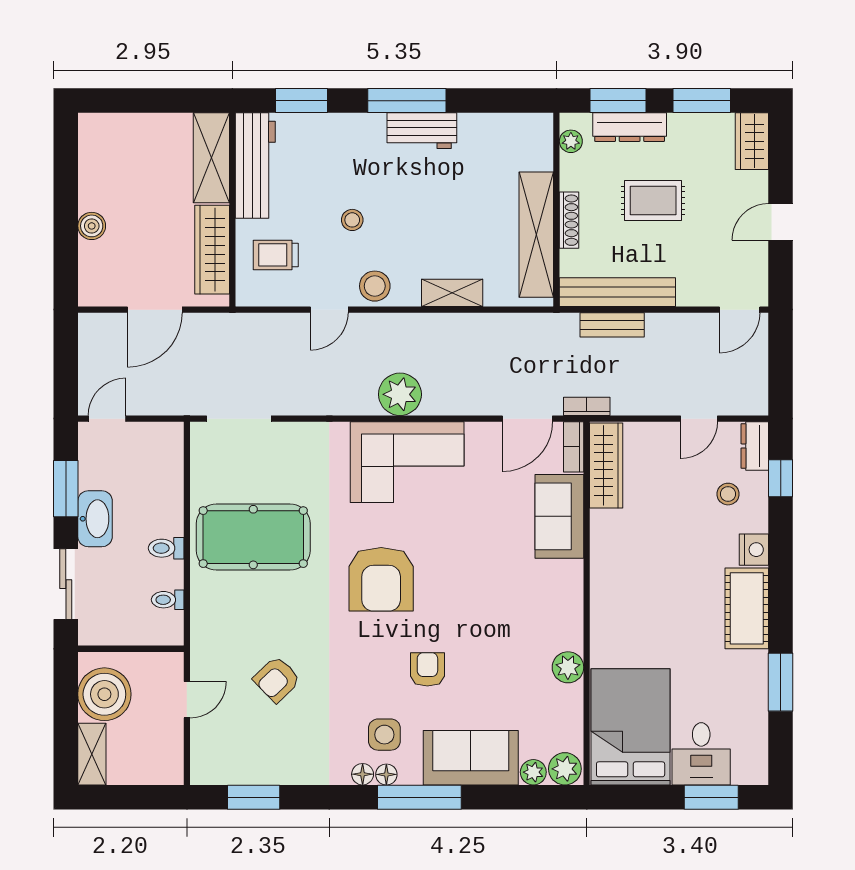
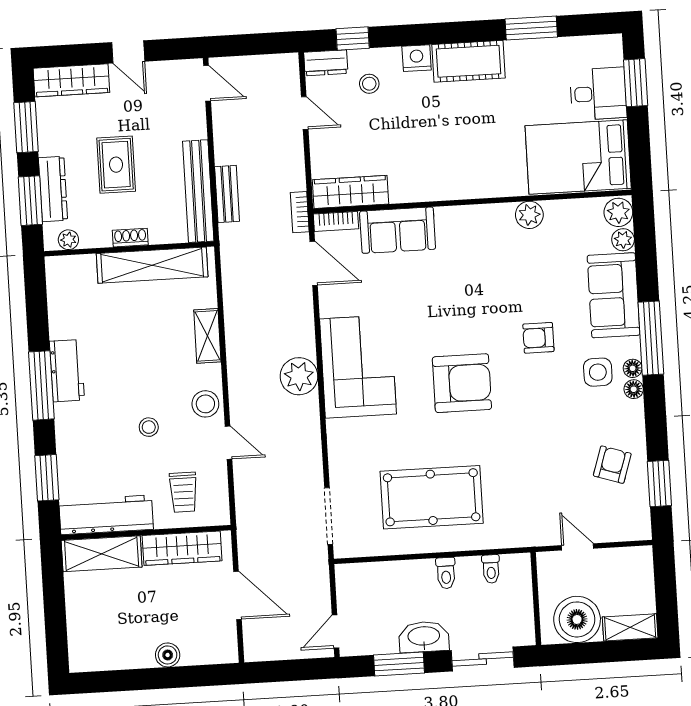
wardrobe: (752, 141) -> (71, 80), width x1.50
shoe rack: (569, 220) -> (130, 238), width x0.70
door: (107, 419) -> (335, 631), hinge flipped
pool table: (253, 537) -> (432, 497), turned 90
armchair: (277, 679) -> (612, 465), moved, turned -118

